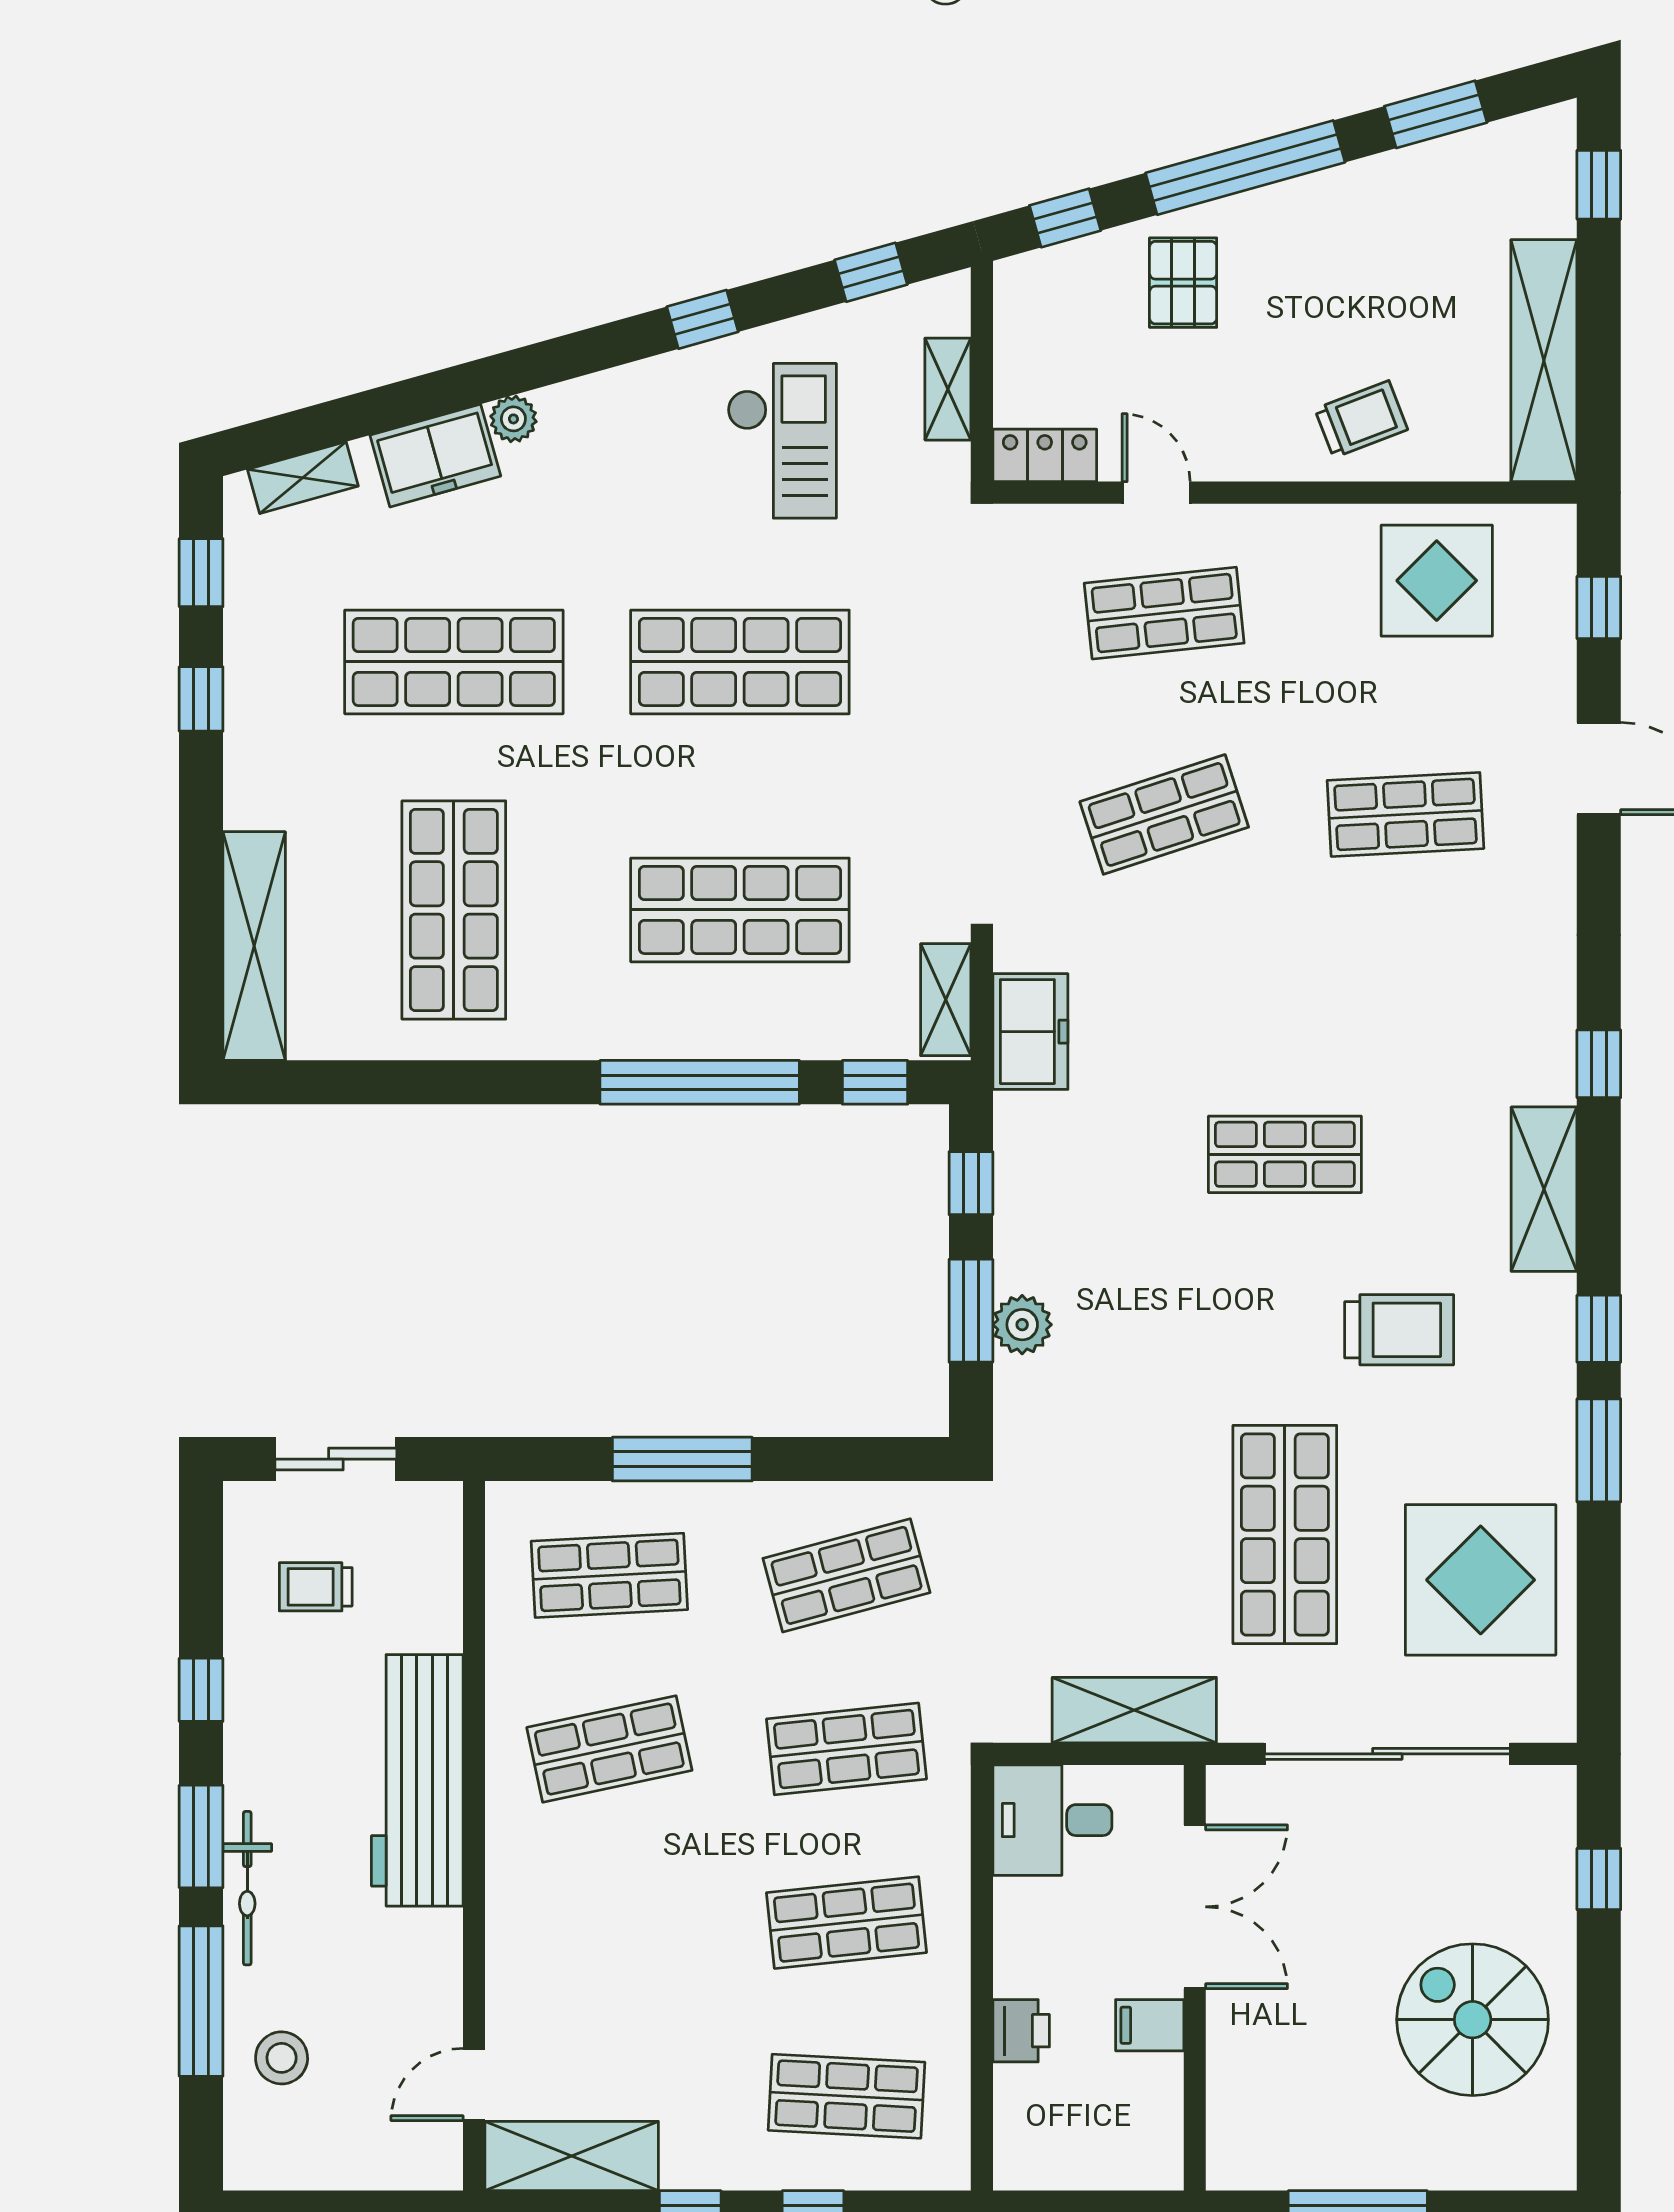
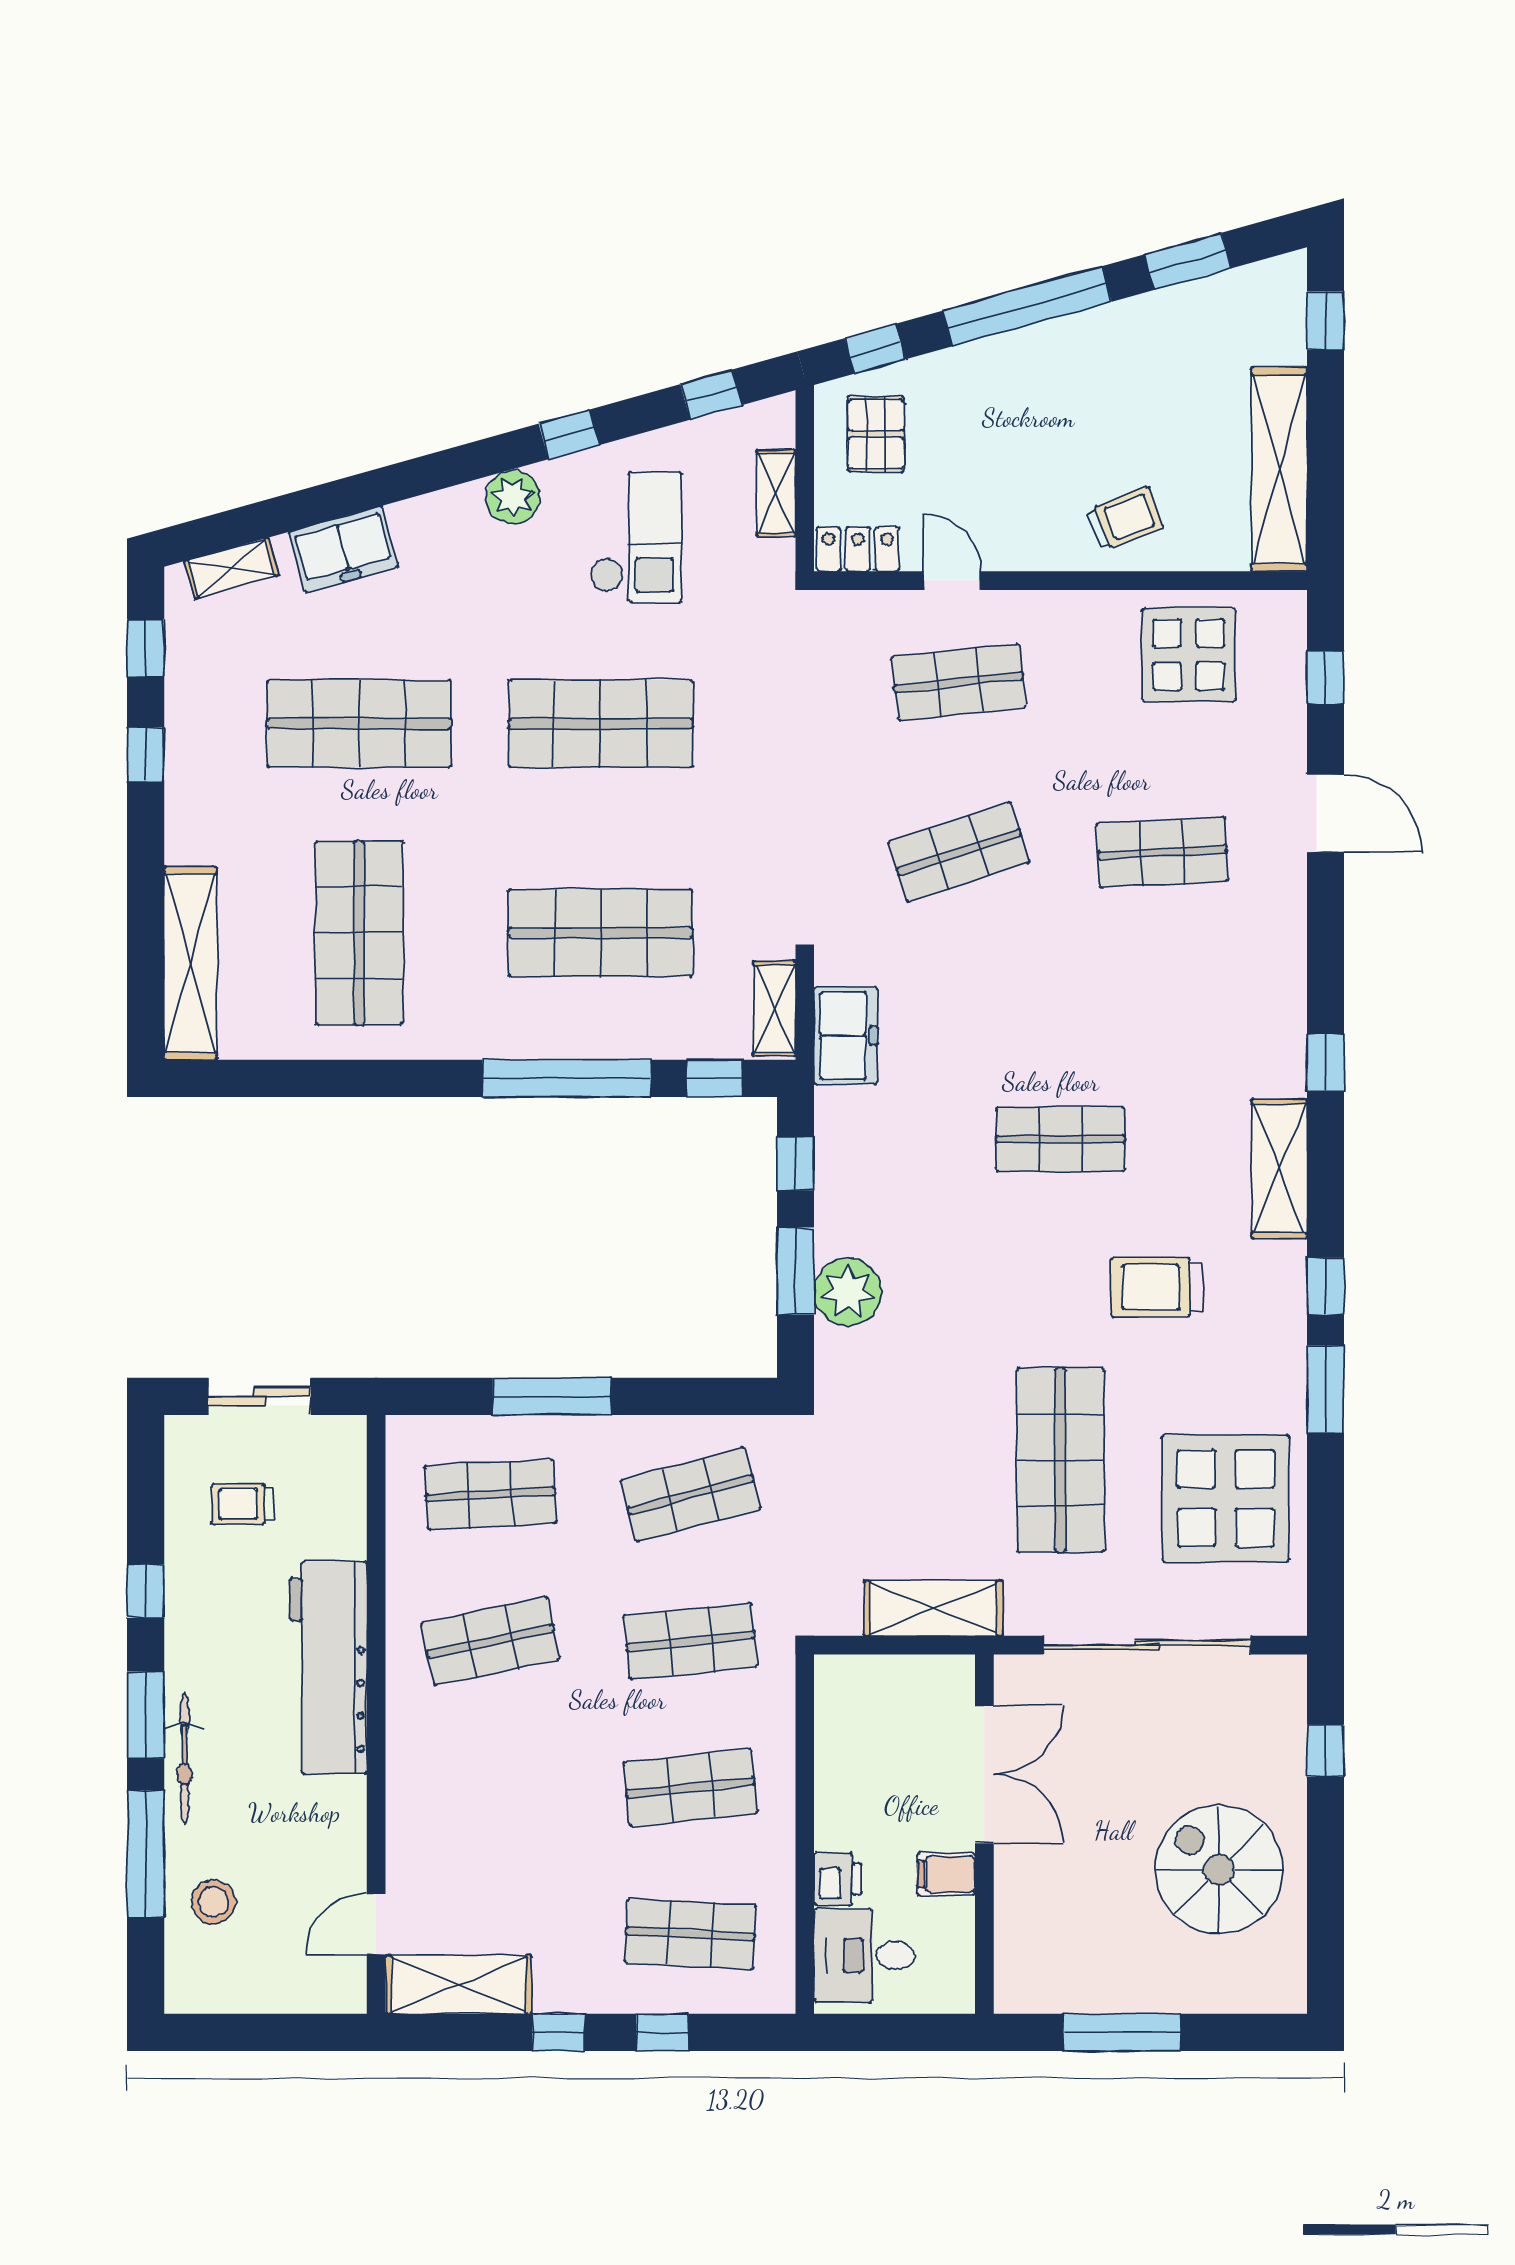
pallet: (1183, 283) -> (876, 434), moved
plant: (513, 419) -> (513, 497), moved, width x1.38, depth x1.38
plant: (1022, 1325) -> (848, 1292), width x1.36, depth x1.36
trolley: (1399, 1330) -> (1157, 1287), turned 180
desk: (1052, 1820) -> (864, 1956), moved

